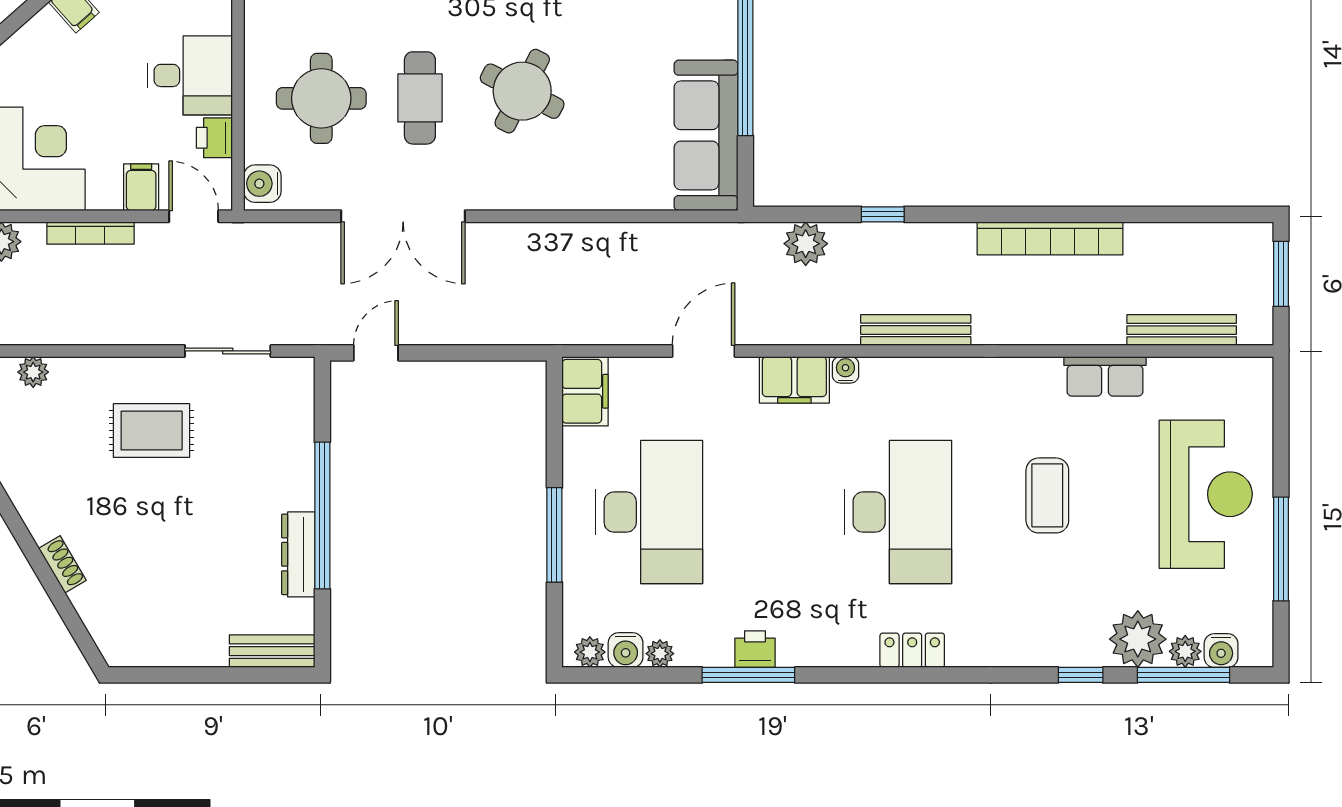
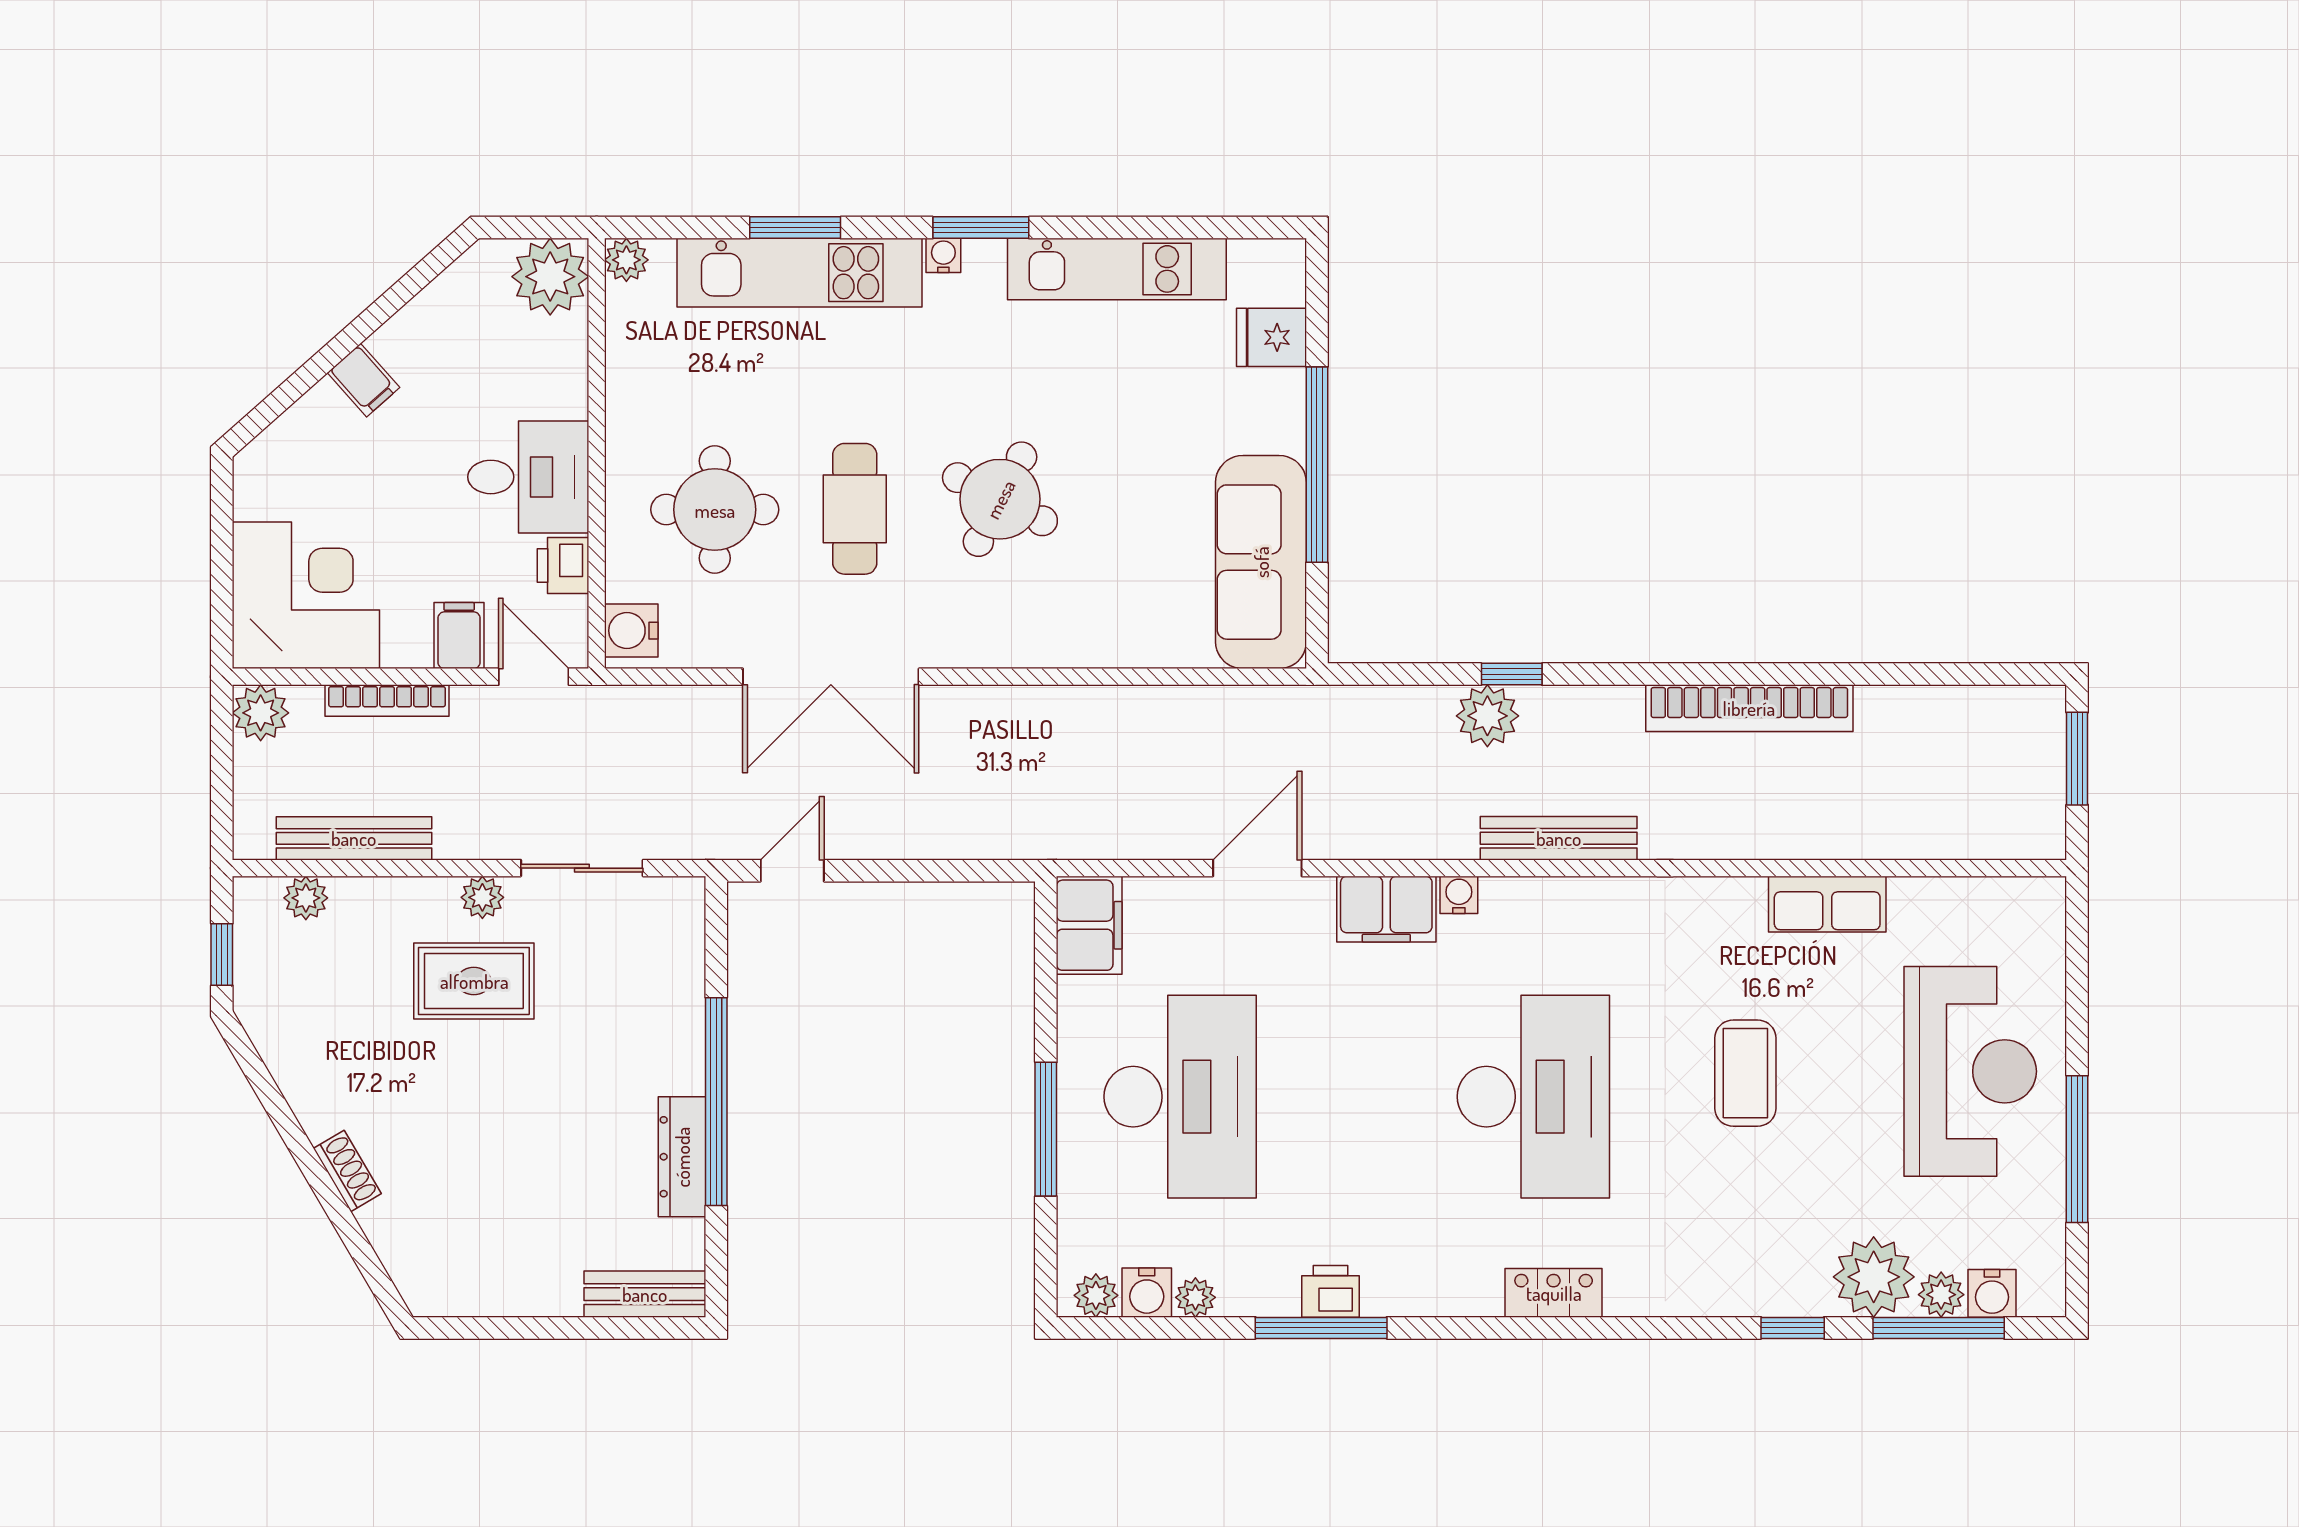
plant: (806, 244) -> (1487, 716), moved
bench: (1182, 330) -> (354, 838), moved
plant: (158, 372) -> (482, 897), added

